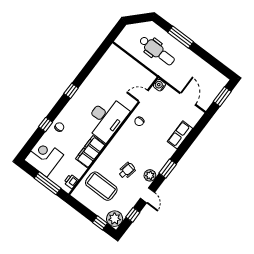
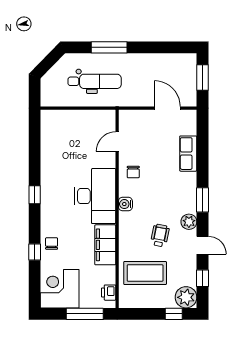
water cooler: (159, 85) -> (125, 204), moved

